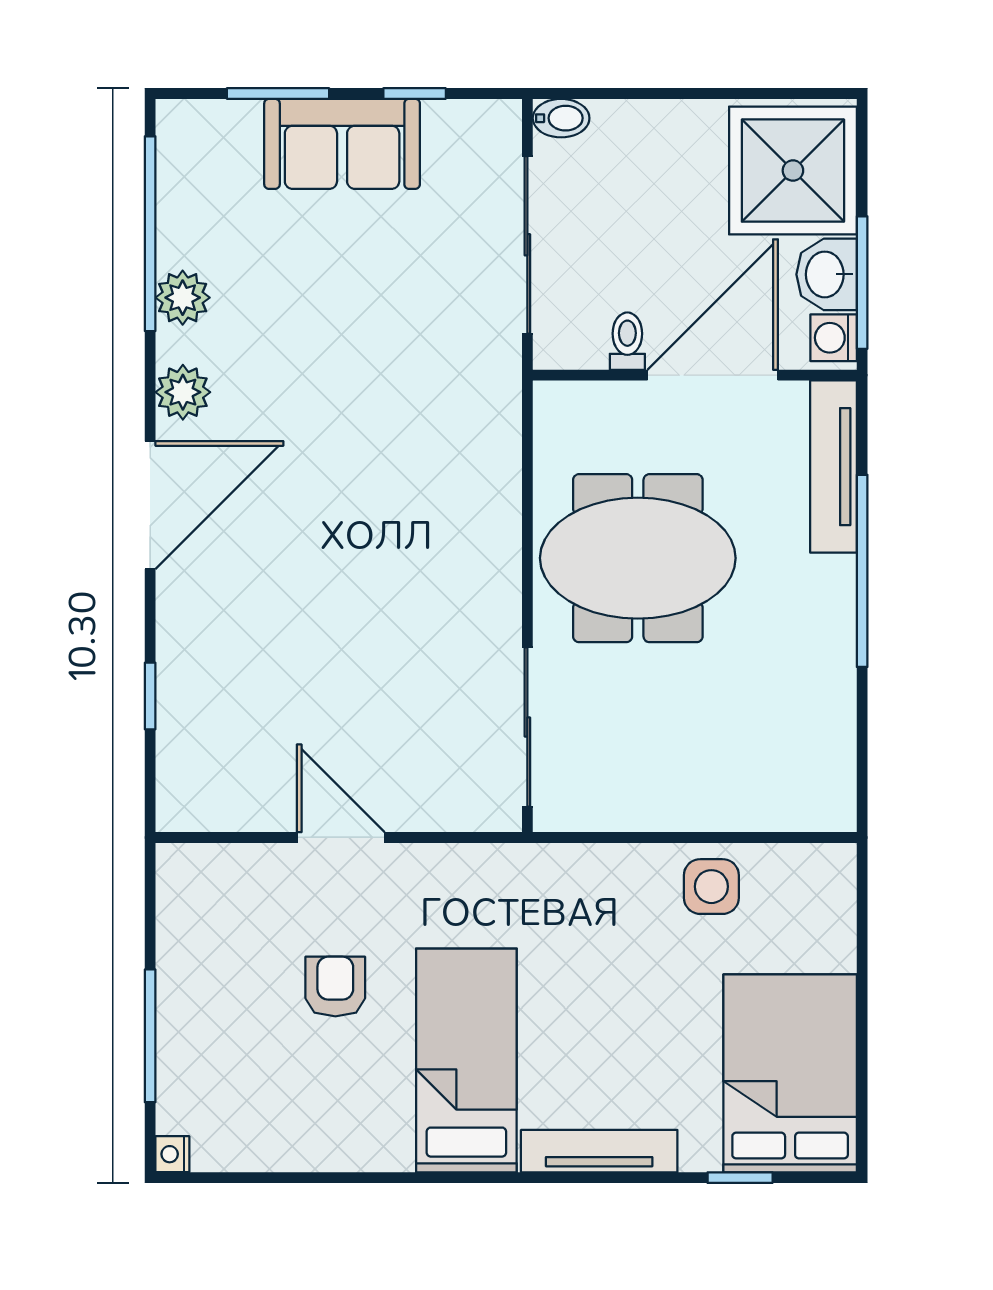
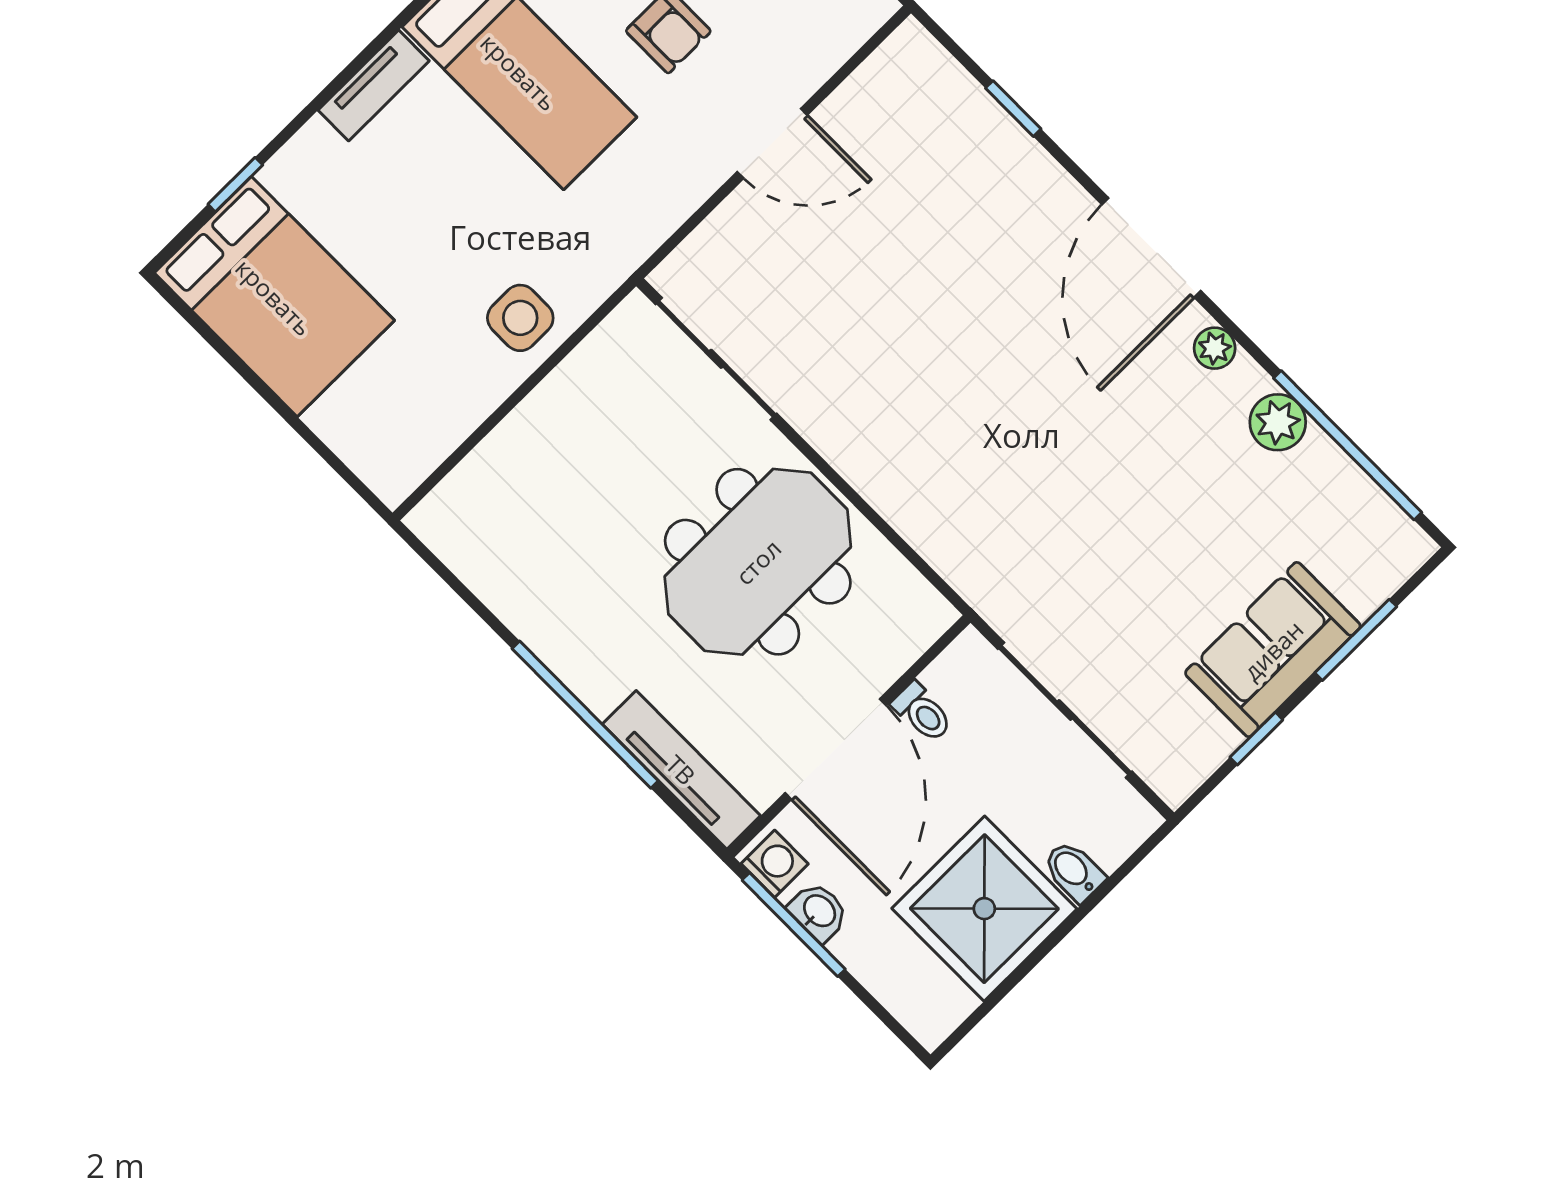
bidet: (561, 118) -> (1074, 871), moved, turned 90
shower: (793, 171) -> (984, 909), moved
washbasin: (827, 274) -> (819, 912), width x0.72, depth x0.69
plant: (183, 392) -> (1215, 348), width x0.73, depth x0.73
side table: (711, 887) -> (520, 318), moved
tv unit: (599, 1151) -> (374, 86), width x0.71

